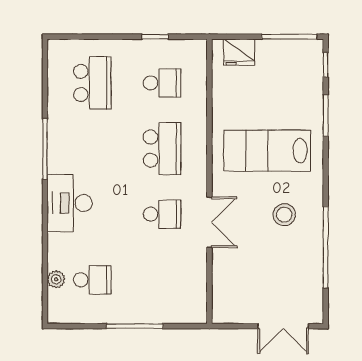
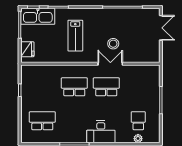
kitchen sink: (307, 74) -> (38, 16), added
school desk: (162, 83) -> (42, 87), removed
lab bench: (267, 151) -> (75, 36), width x0.73, depth x0.72
school desk: (162, 214) -> (106, 87), width x1.85
stool: (284, 215) -> (113, 44), moved

